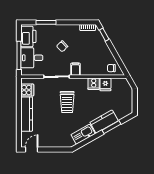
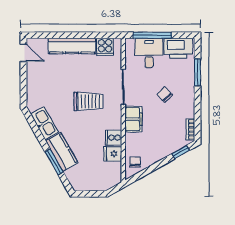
filing cabinet: (75, 69) -> (133, 119), width x2.00
trolley: (67, 102) -> (89, 101), turned 180

